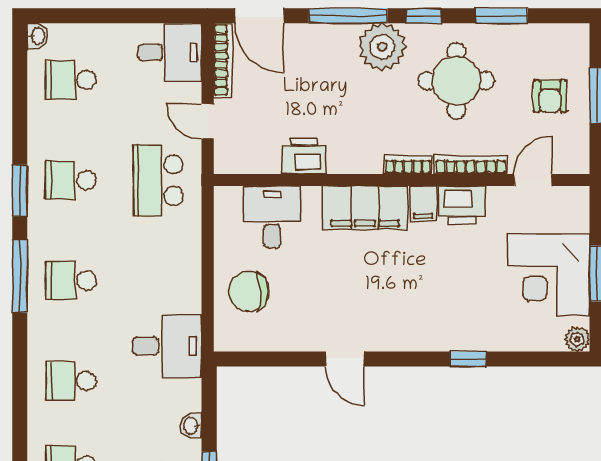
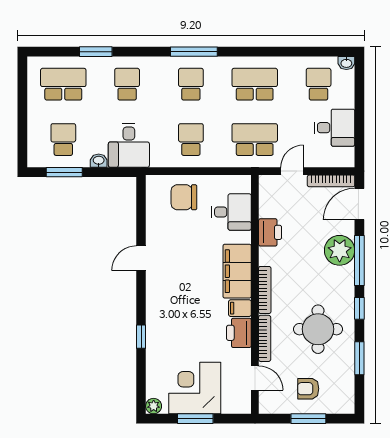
plant: (382, 47) -> (340, 250), moved
desk: (170, 52) -> (335, 128), moved, turned -90
bookcase: (408, 164) -> (265, 290), width x1.56
school desk: (71, 180) -> (255, 84), width x1.85
window: (20, 191) -> (96, 52), moved
school desk: (158, 281) -> (191, 140), added
chair: (249, 292) -> (184, 197), turned -90
desk: (167, 346) -> (129, 145), moved

